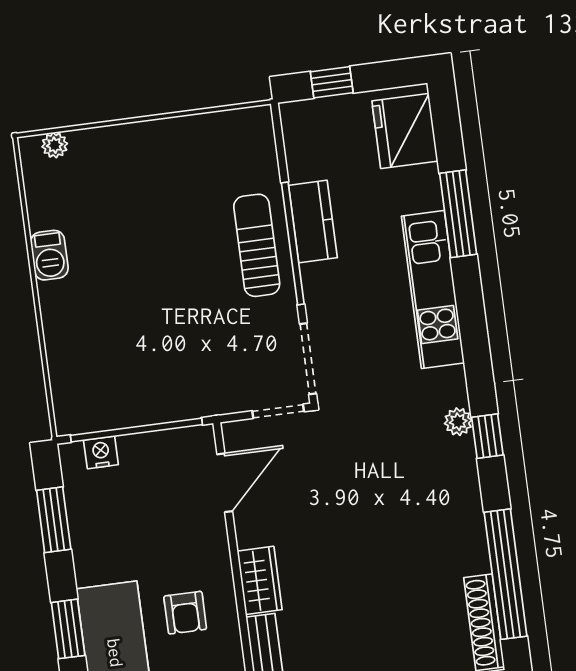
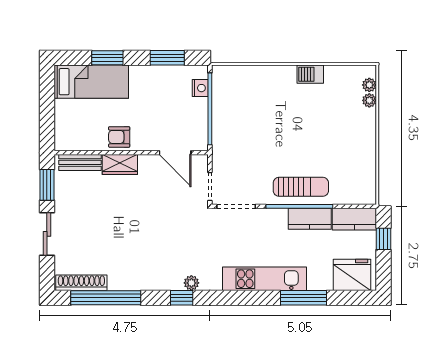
kitchen counter: (303, 140) -> (354, 219), added
plant: (83, 141) -> (369, 100), added
armchair: (185, 613) -> (119, 137), moved

